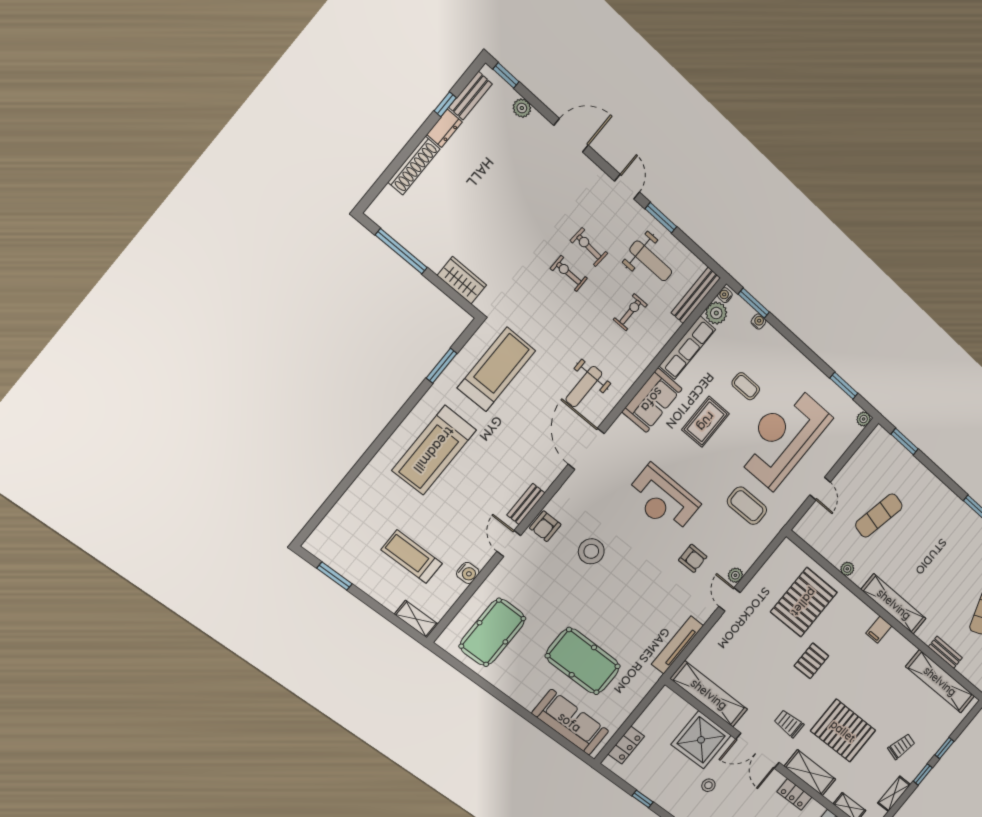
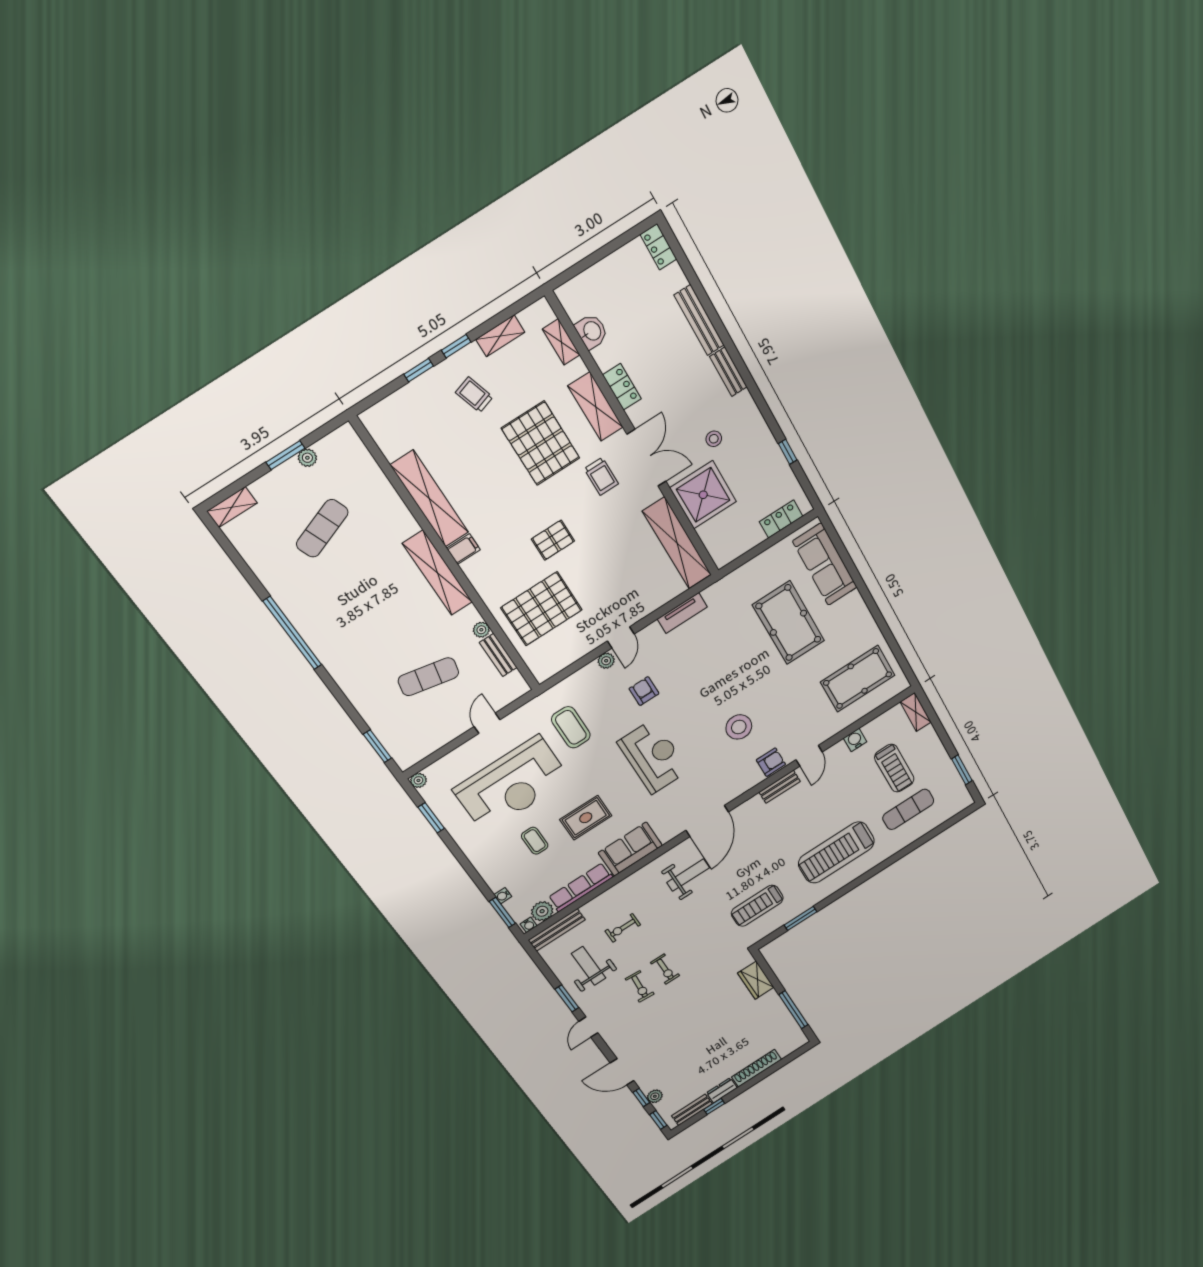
window: (537, 104) -> (641, 1097), added
treadmill: (496, 369) -> (757, 906), width x0.73, depth x0.73
treadmill: (434, 450) -> (836, 852), turned 180
exercise mat: (375, 518) -> (908, 809), added
tv unit: (677, 645) -> (682, 613), width x0.71
bench: (945, 652) -> (498, 655), moved
shelving: (940, 681) -> (429, 499), moved
trolley: (901, 746) -> (474, 395), turned 57

